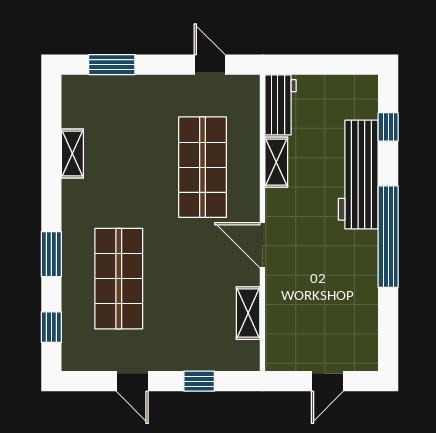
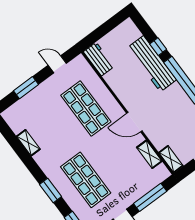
window: (112, 65) -> (26, 88), moved
window: (388, 127) -> (158, 47), moved
shelving: (276, 162) -> (171, 159), moved
window: (199, 381) -> (150, 197), width x2.17

